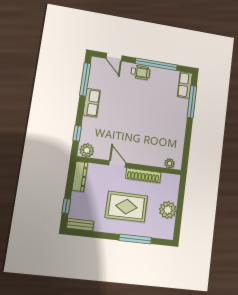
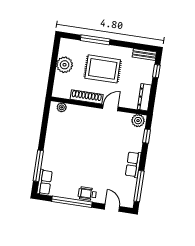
door: (117, 164) -> (110, 108), swing flipped

